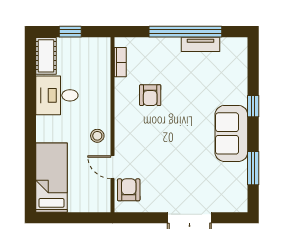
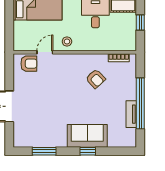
armchair: (150, 95) -> (96, 79), turned -133
sofa: (231, 133) -> (87, 136), moved

